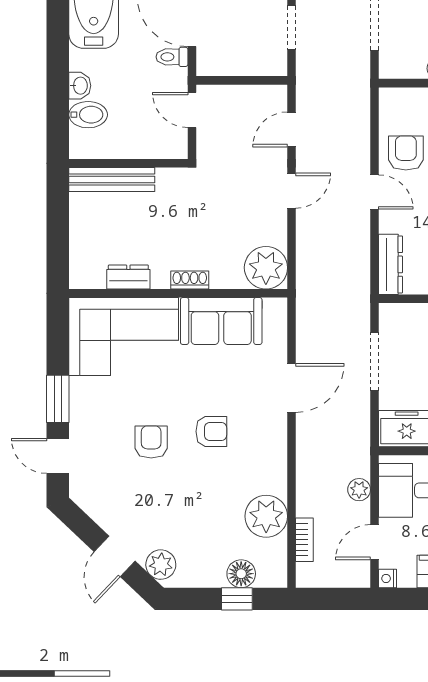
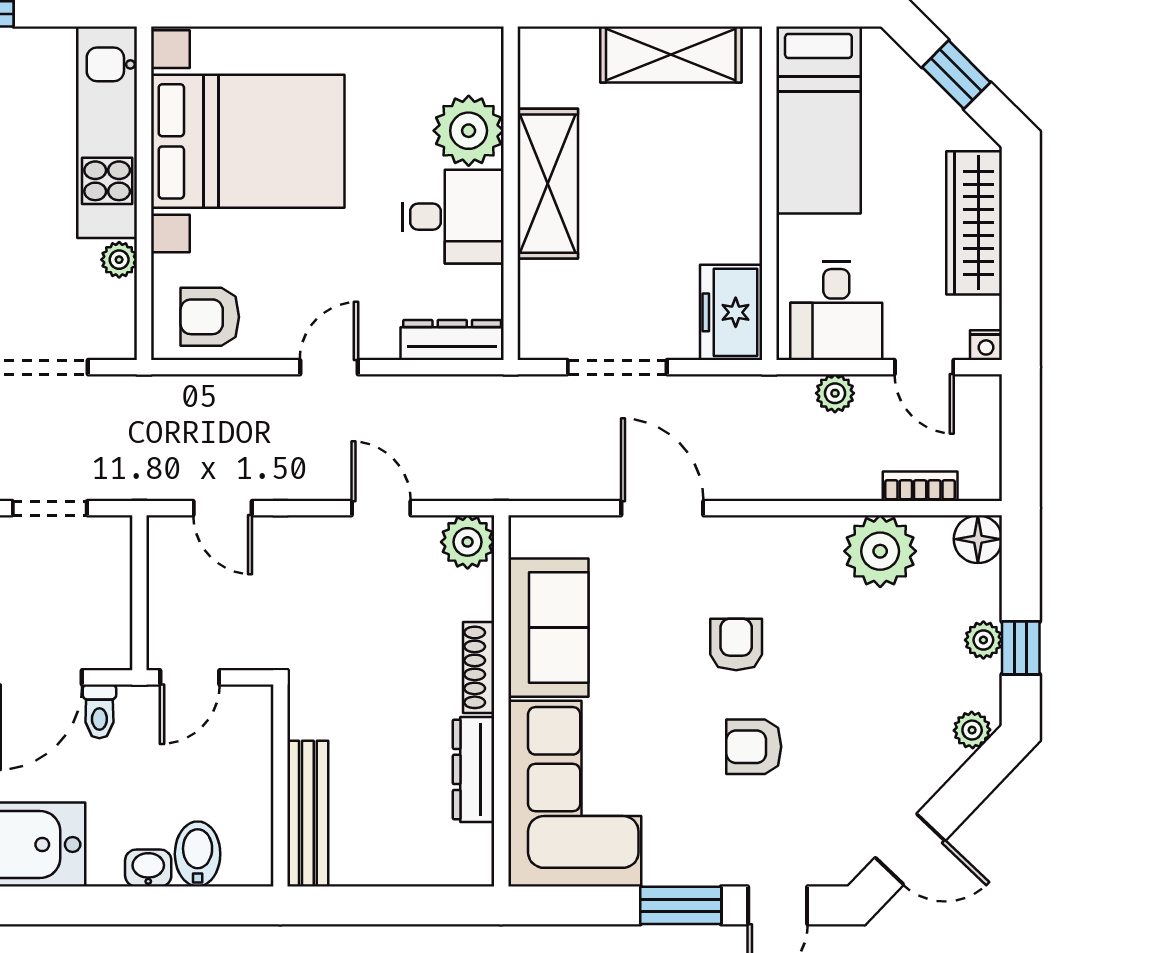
armchair: (406, 153) -> (210, 317), moved
door: (291, 191) -> (381, 508), moved
plant: (266, 268) -> (468, 542), width x0.73, depth x0.73
dresser: (128, 277) -> (474, 769), width x1.44
shoe rack: (190, 280) -> (479, 667), width x1.43
door: (115, 556) -> (910, 849), moved
plant: (161, 565) -> (972, 730), width x0.73, depth x0.73
floor lamp: (241, 574) -> (978, 539), moved
plant: (214, 577) -> (983, 640), added
window: (237, 599) -> (1021, 648), moved

